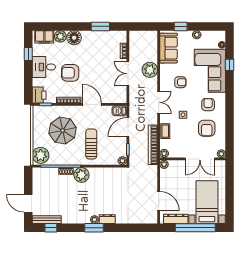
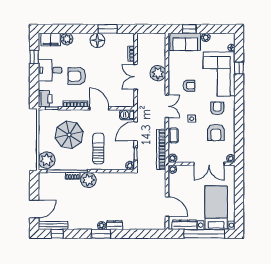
floor lamp: (74, 38) -> (97, 40), moved
sofa: (169, 48) -> (185, 42), moved, turned 90
door: (28, 203) -> (34, 209), swing flipped

